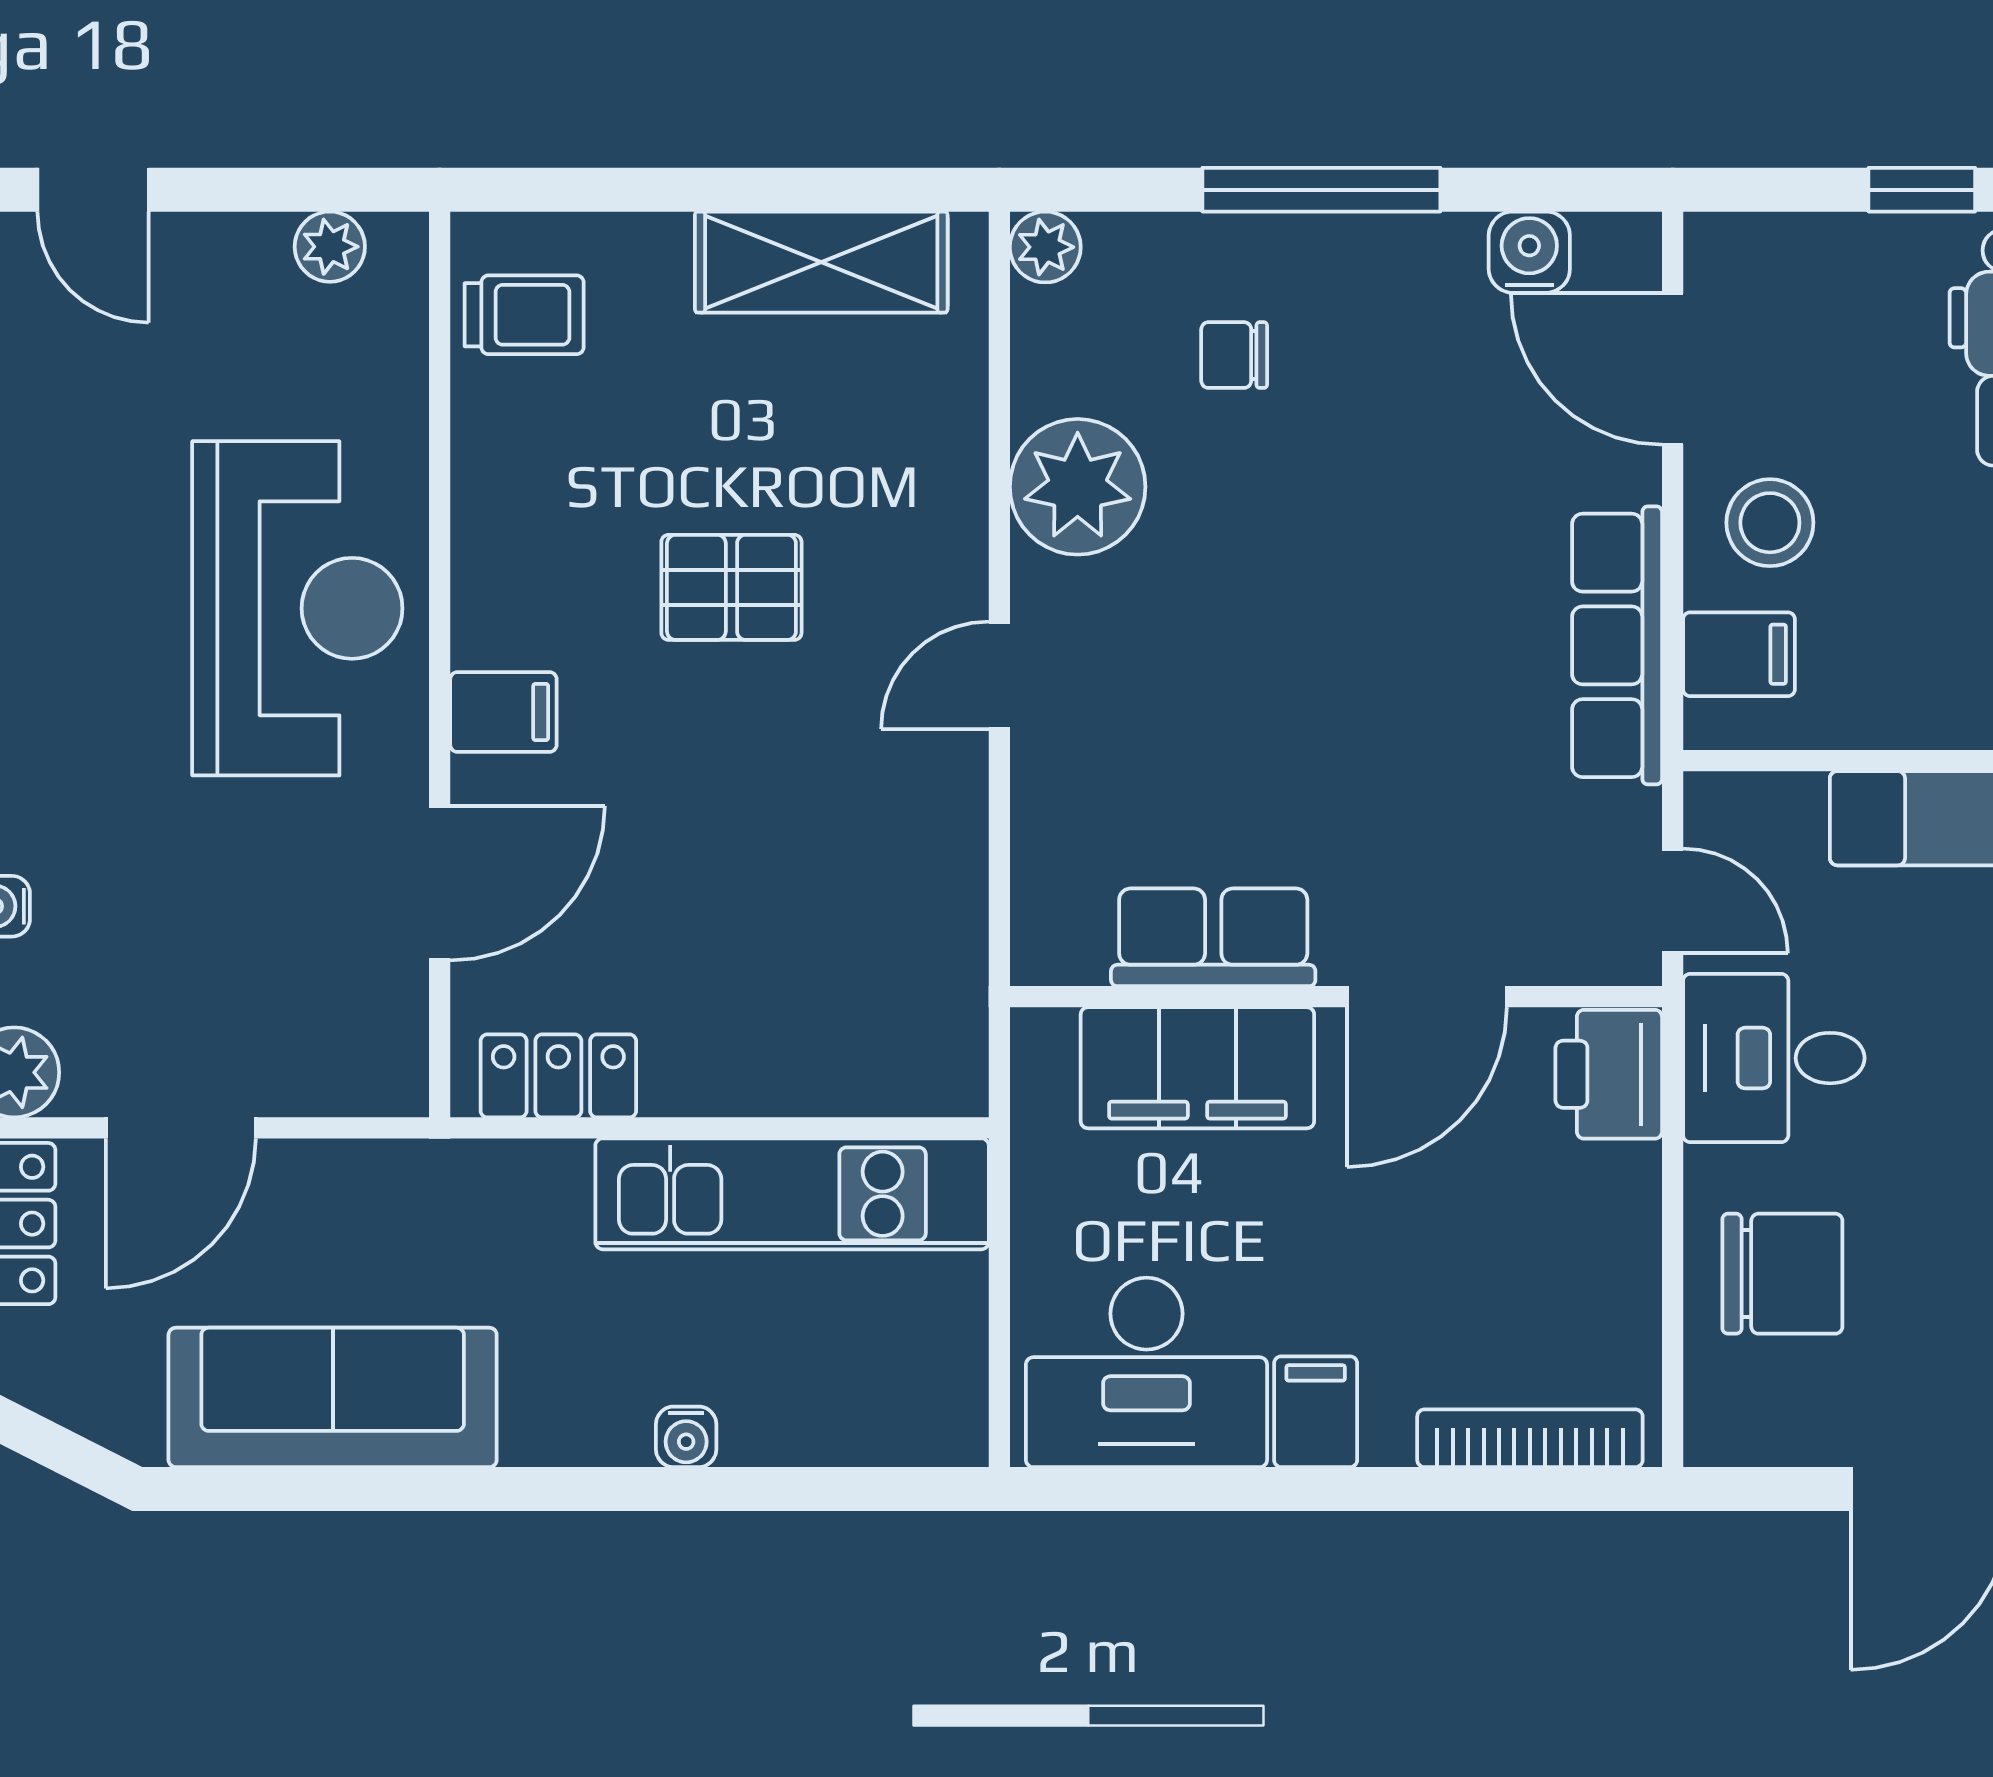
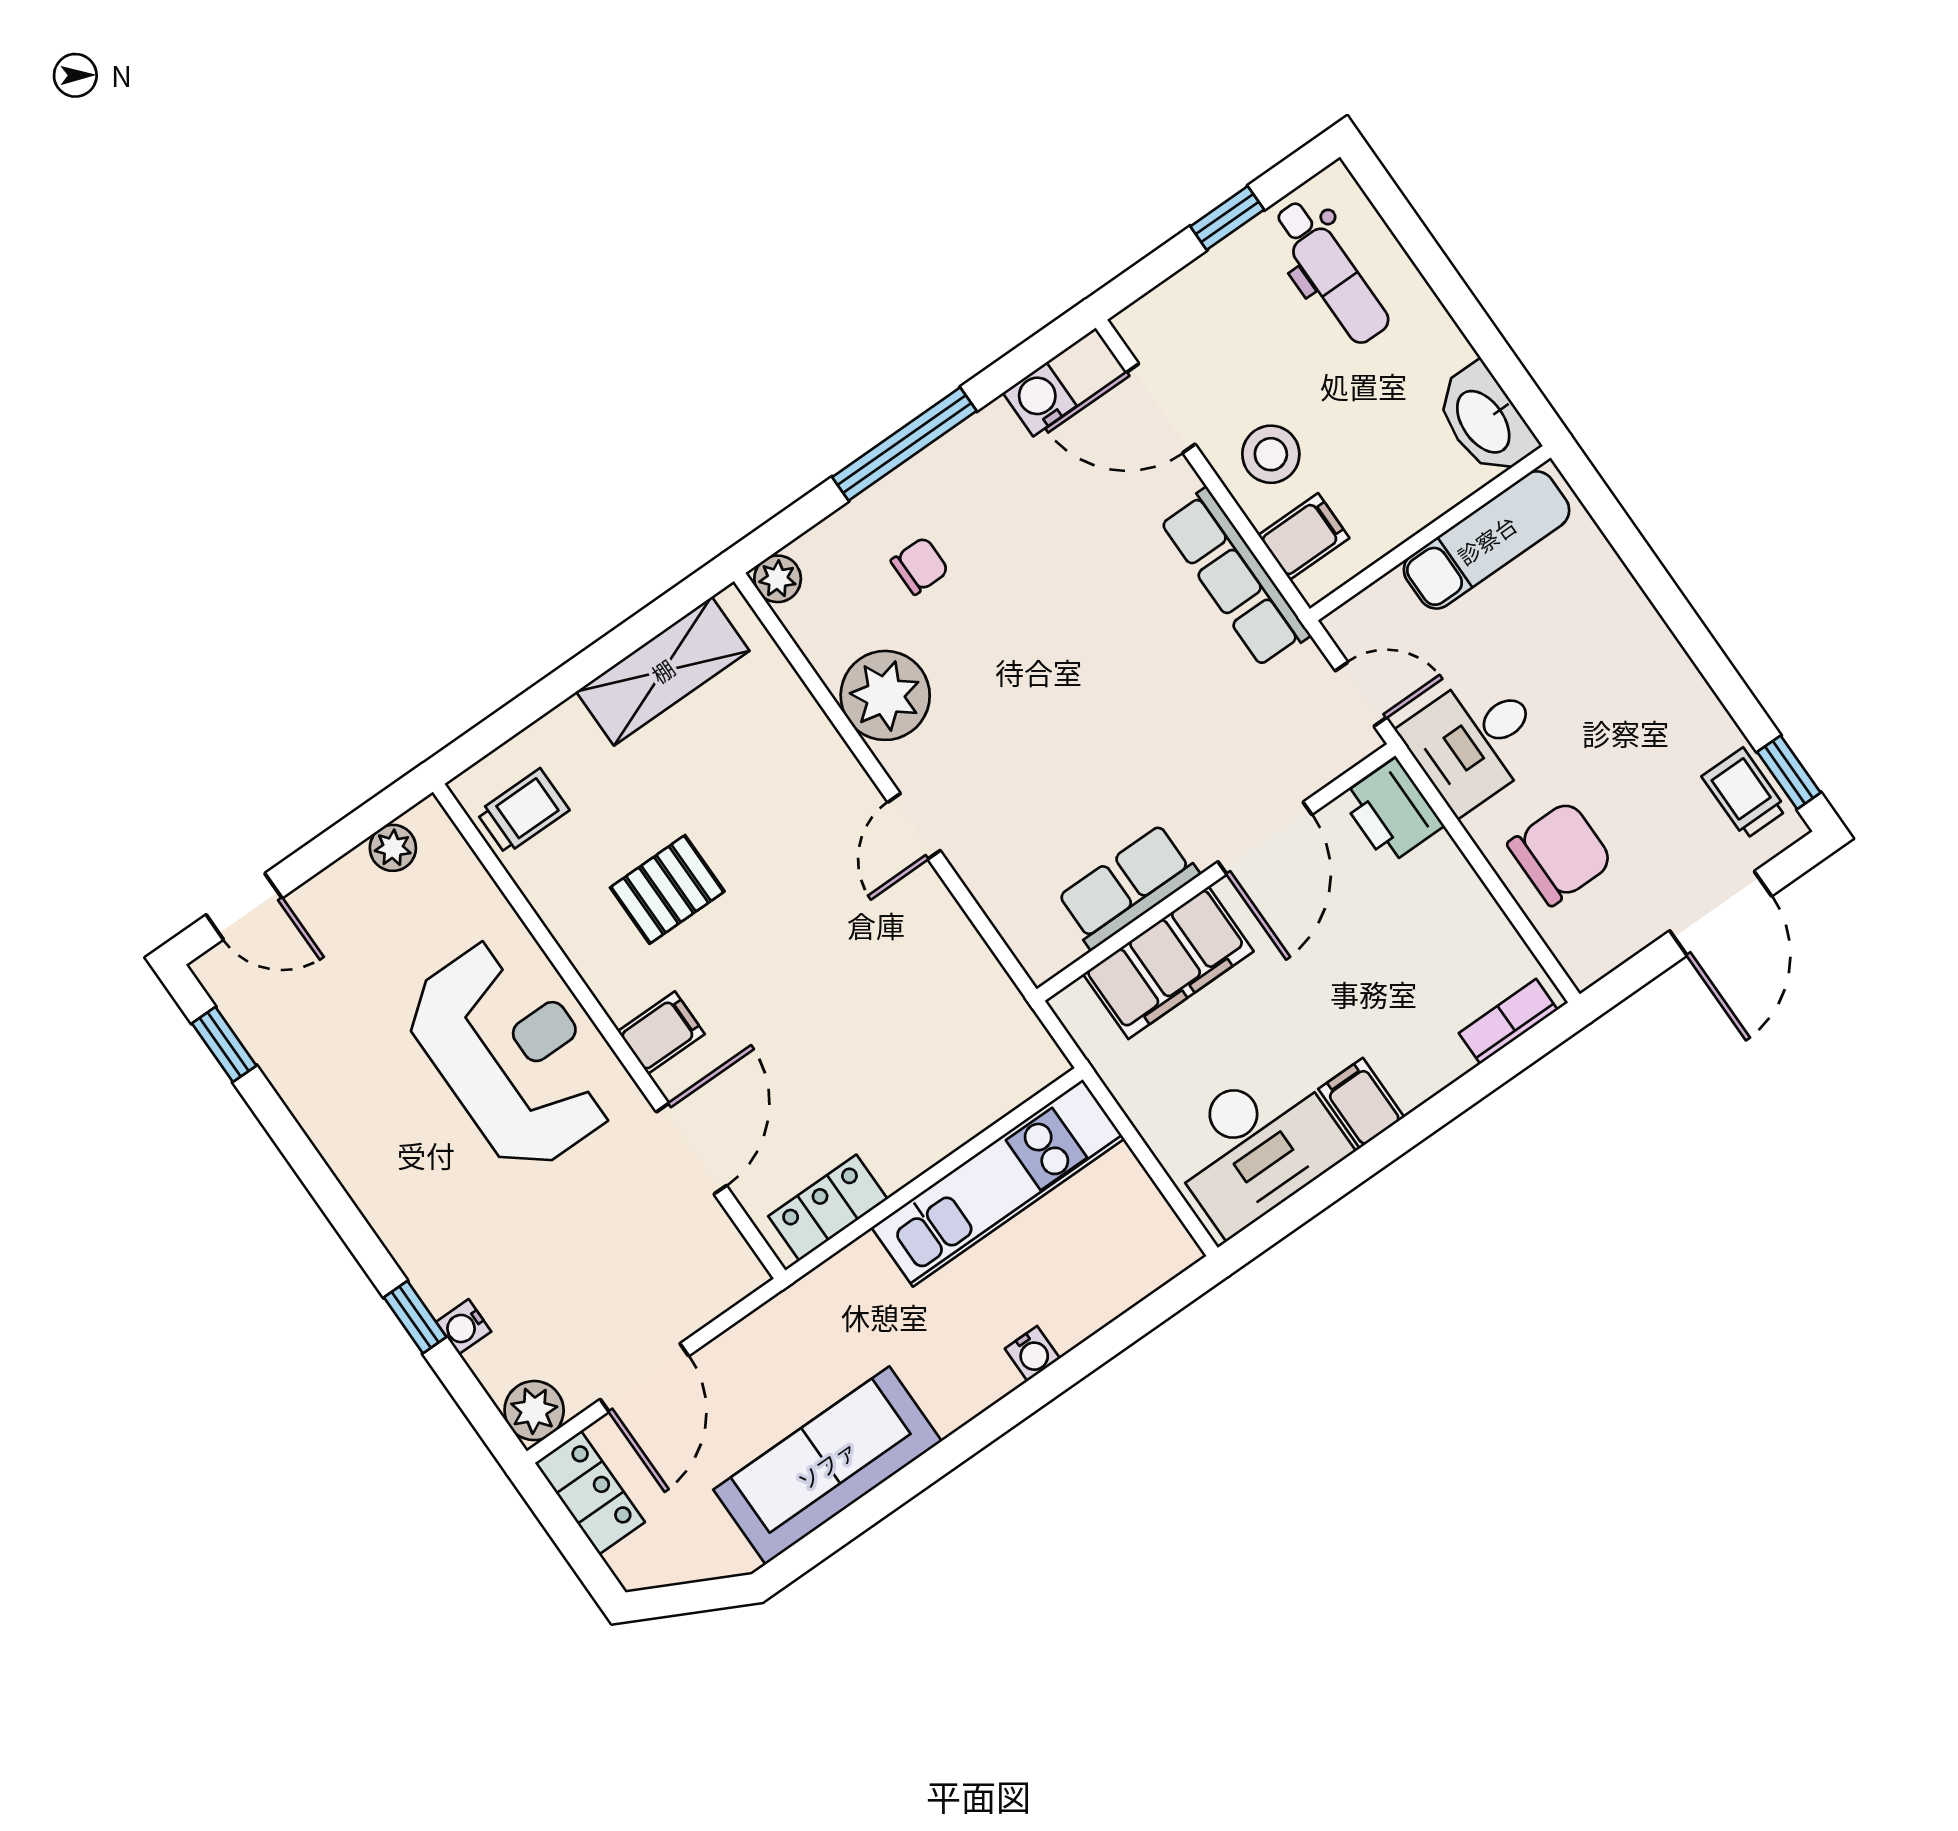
chair: (1234, 355) -> (920, 566), turned 180
pallet: (731, 587) -> (667, 889), moved
bookcase: (1530, 1438) -> (1508, 1021), width x0.64

